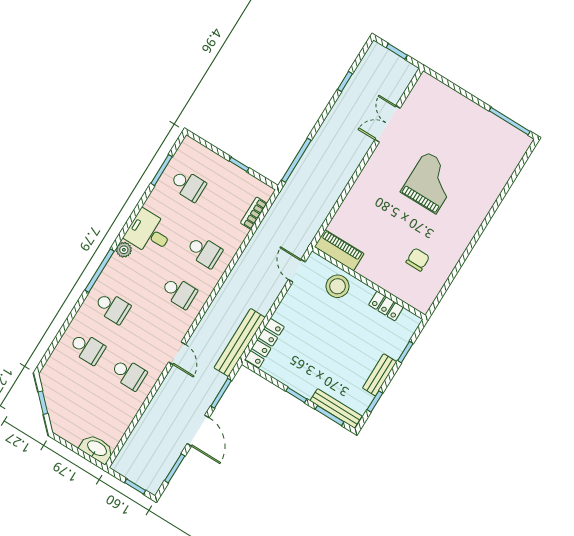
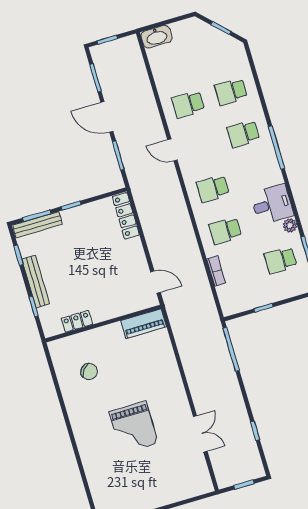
bookcase: (254, 213) -> (216, 271), moved
plant: (124, 250) -> (290, 225), moved
chair: (418, 260) -> (89, 371), turned -51
stool: (338, 286) -> (120, 300), removed
bench: (240, 343) -> (141, 199), removed
bench: (380, 375) -> (36, 281), width x1.36

